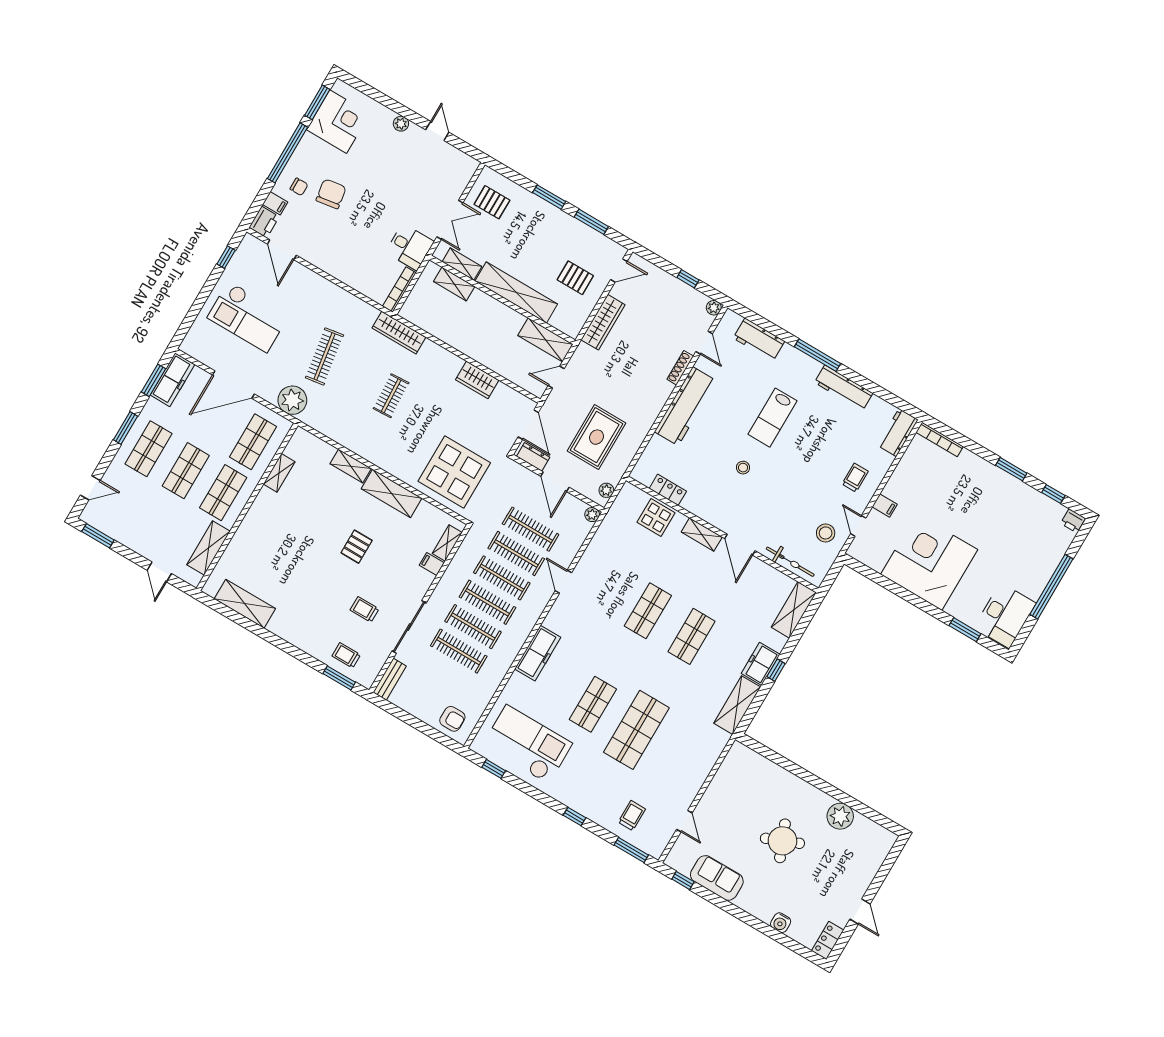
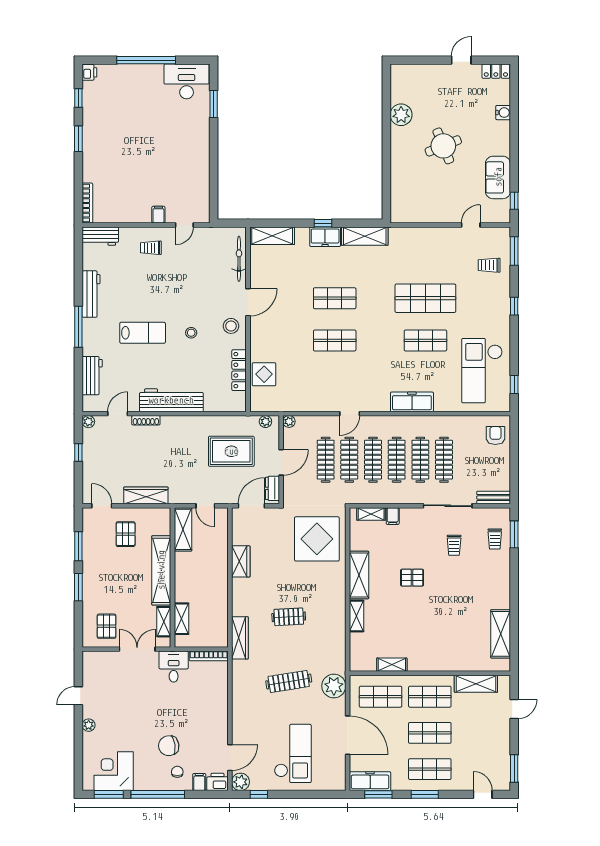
plant: (250, 246) -> (240, 782), added
locker: (668, 490) -> (239, 370), width x1.53
stool: (826, 533) -> (231, 326), moved
shelving: (702, 535) -> (257, 334), removed
corner desk: (929, 562) -> (180, 159), removed

